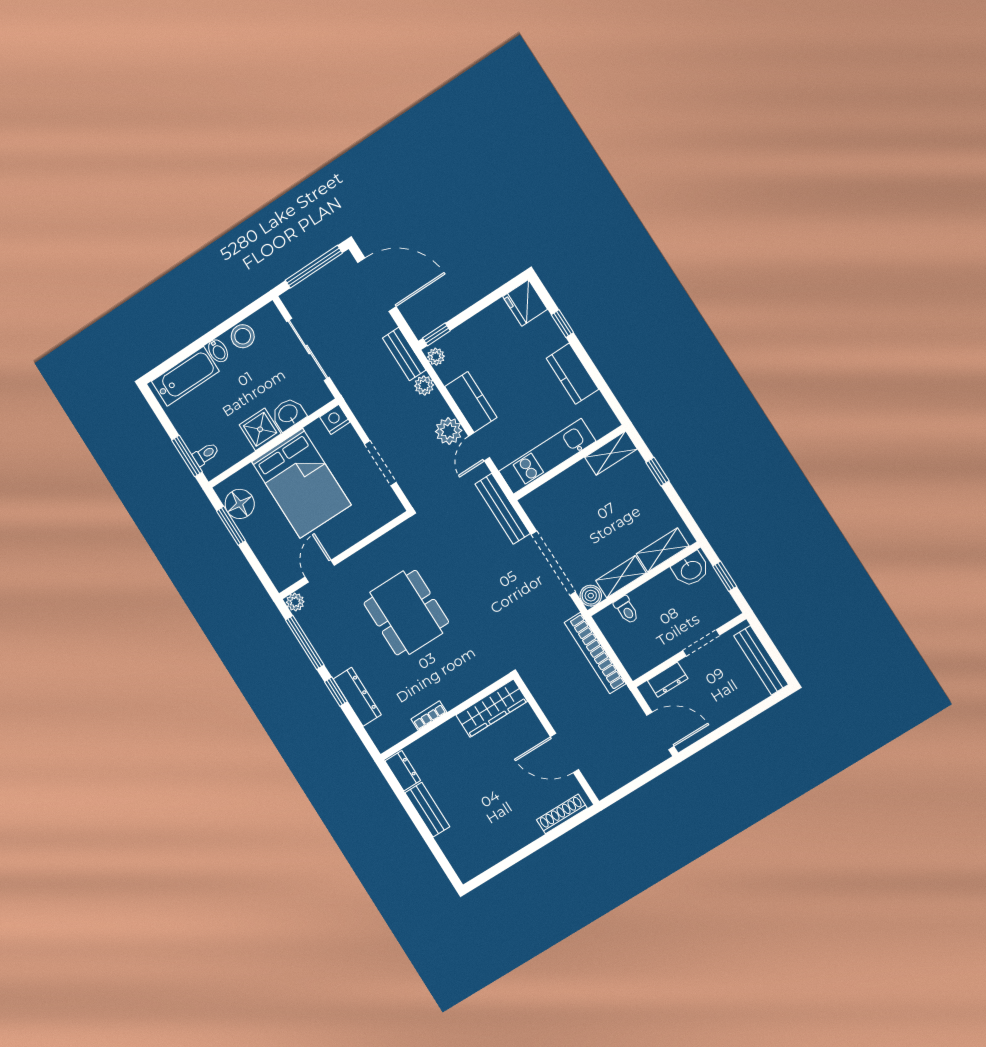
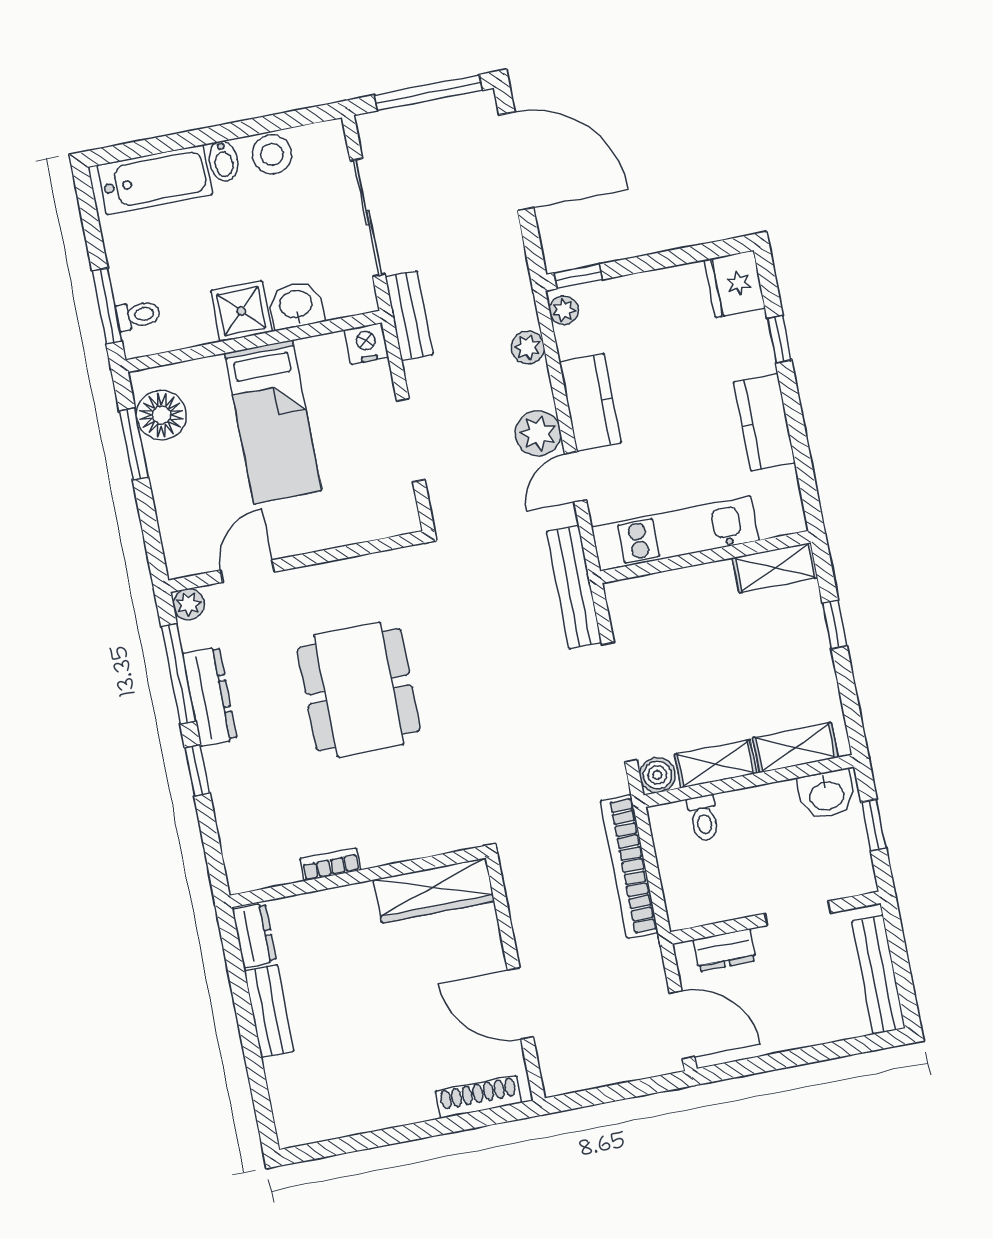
bench: (404, 354) -> (409, 316), moved
bed: (301, 483) -> (273, 422), width x0.67
dresser: (357, 697) -> (210, 696), moved

